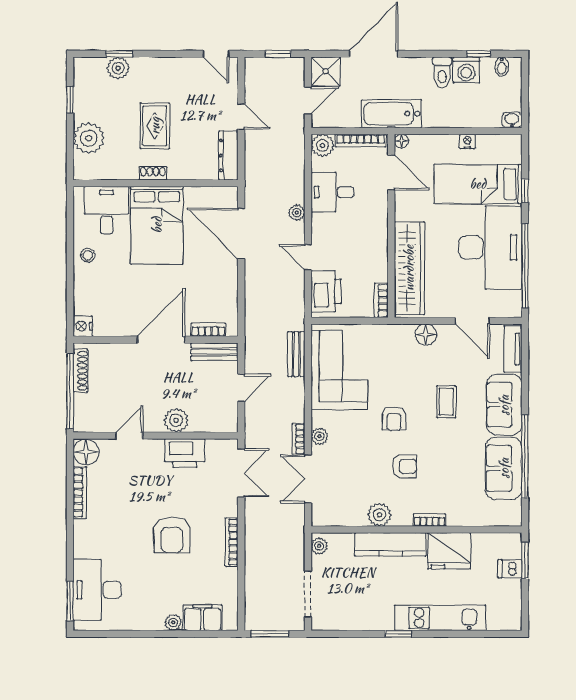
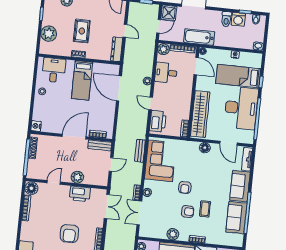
bed: (157, 225) -> (82, 80), width x0.67
coffee table: (446, 402) -> (205, 209), moved

